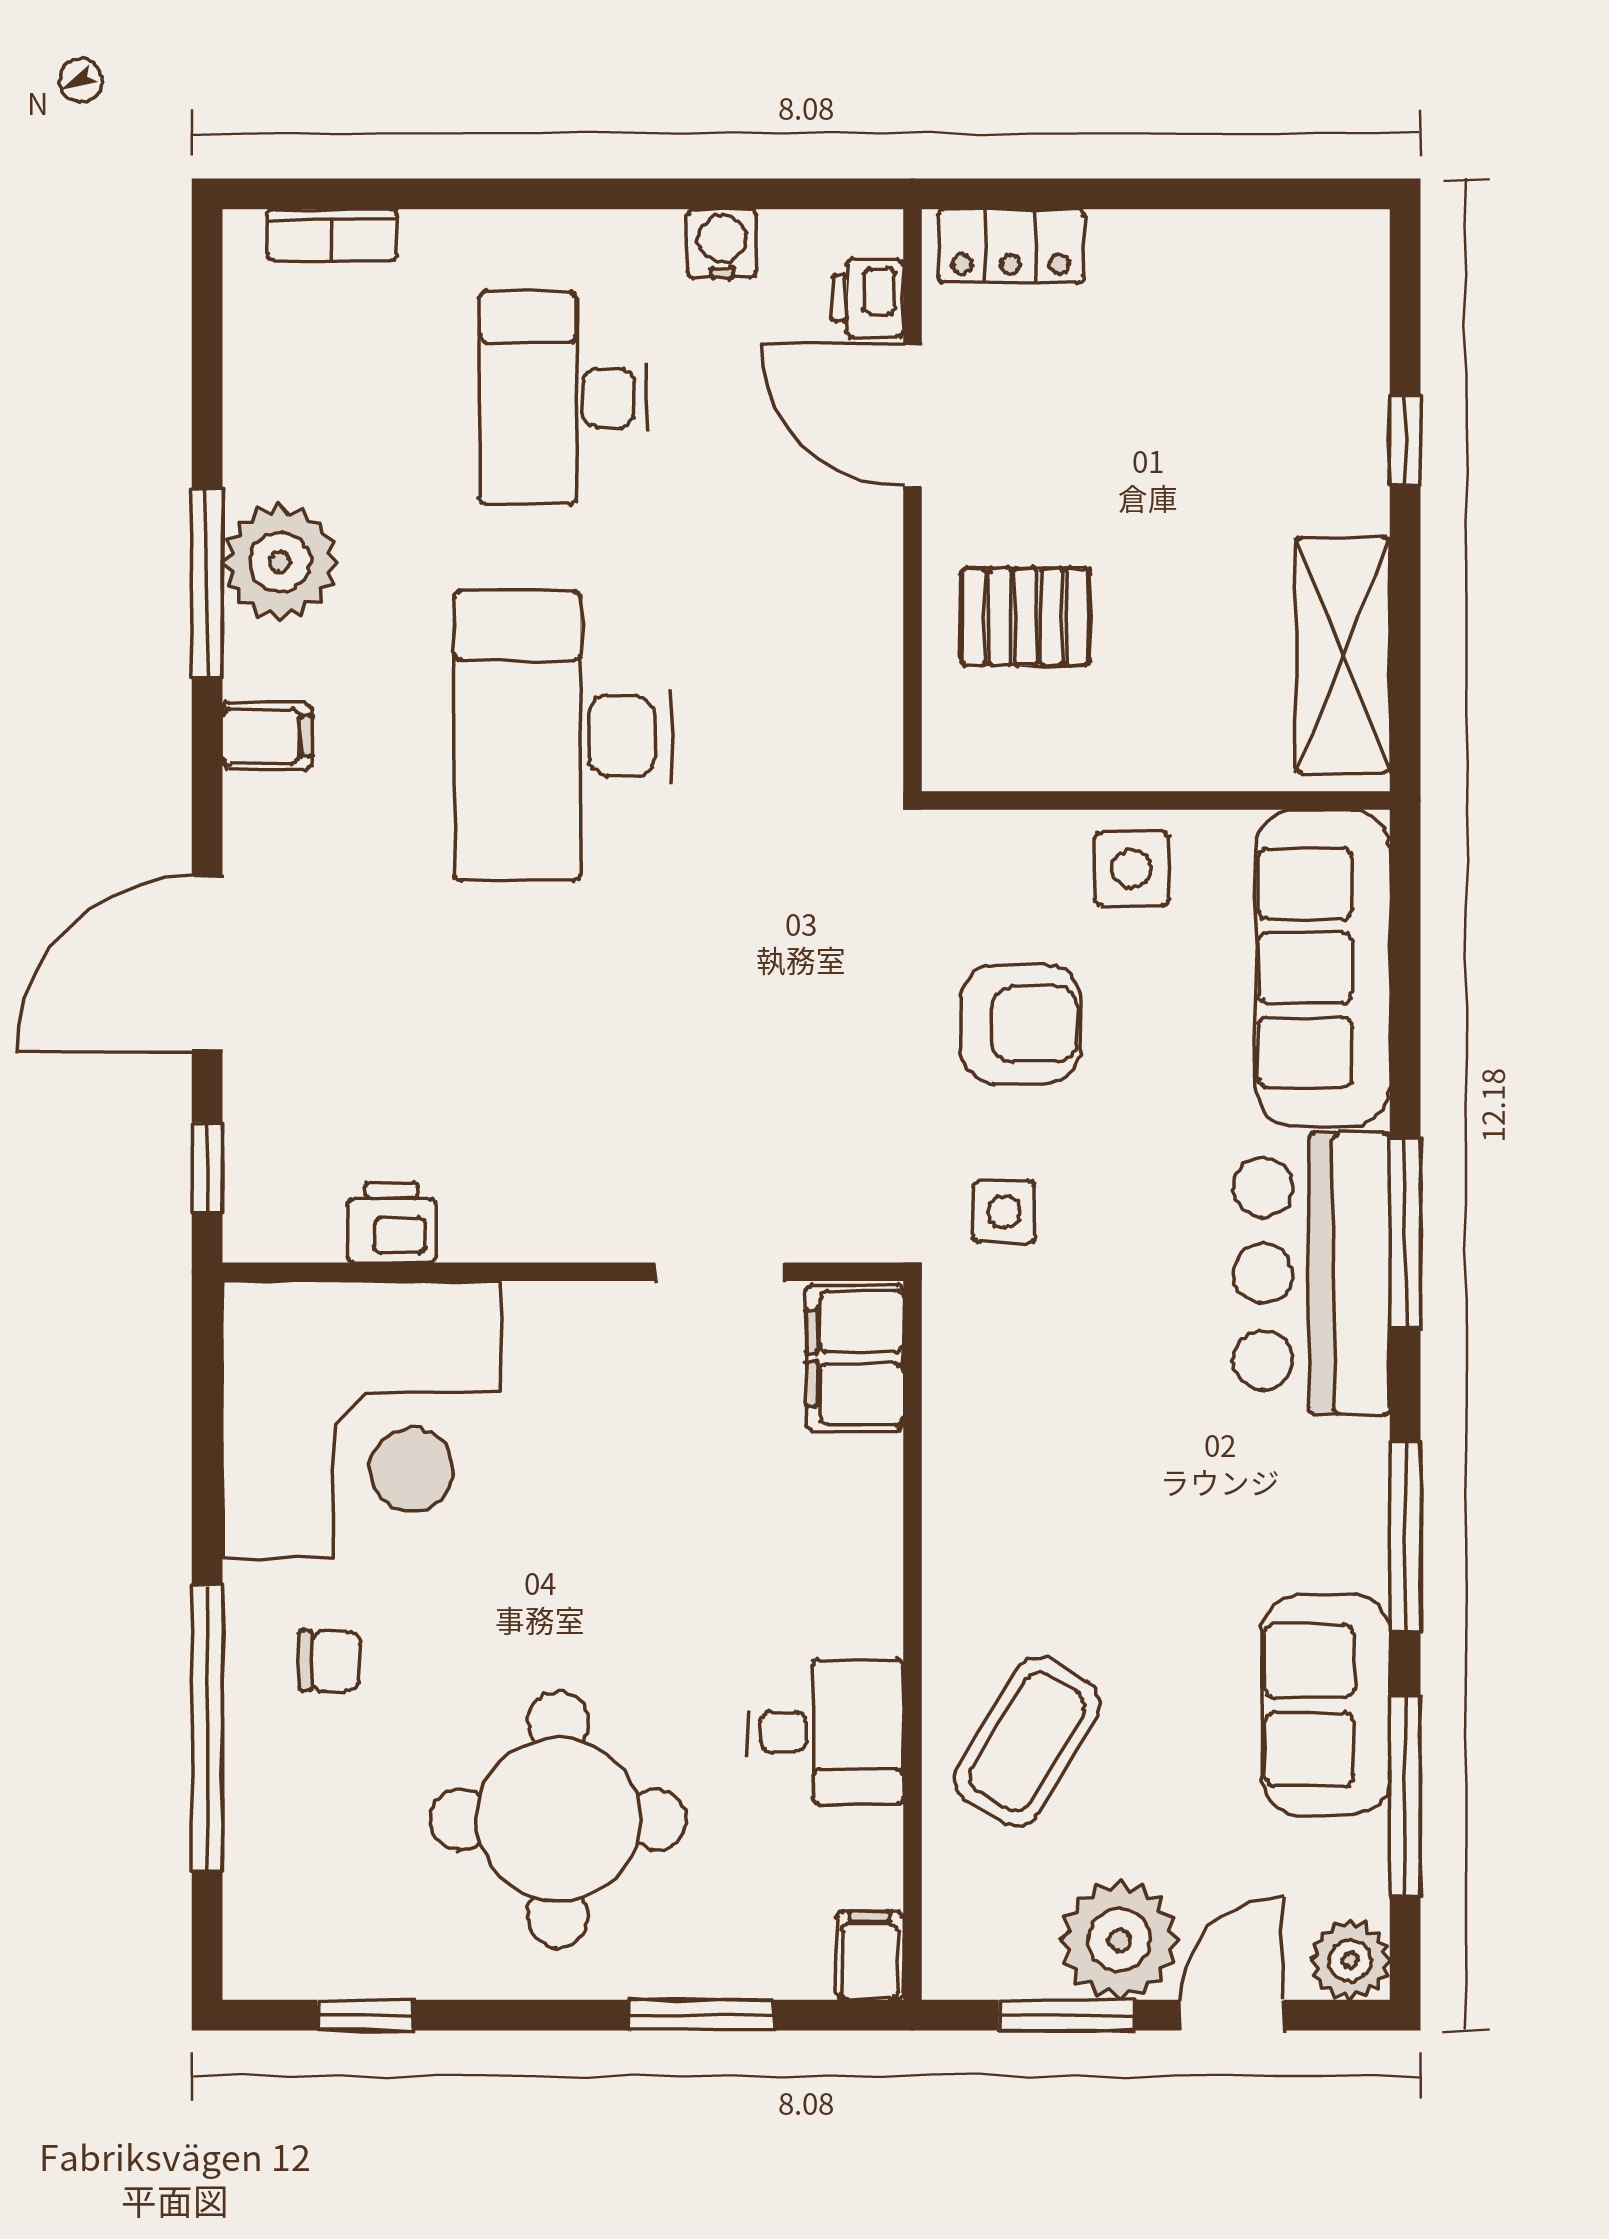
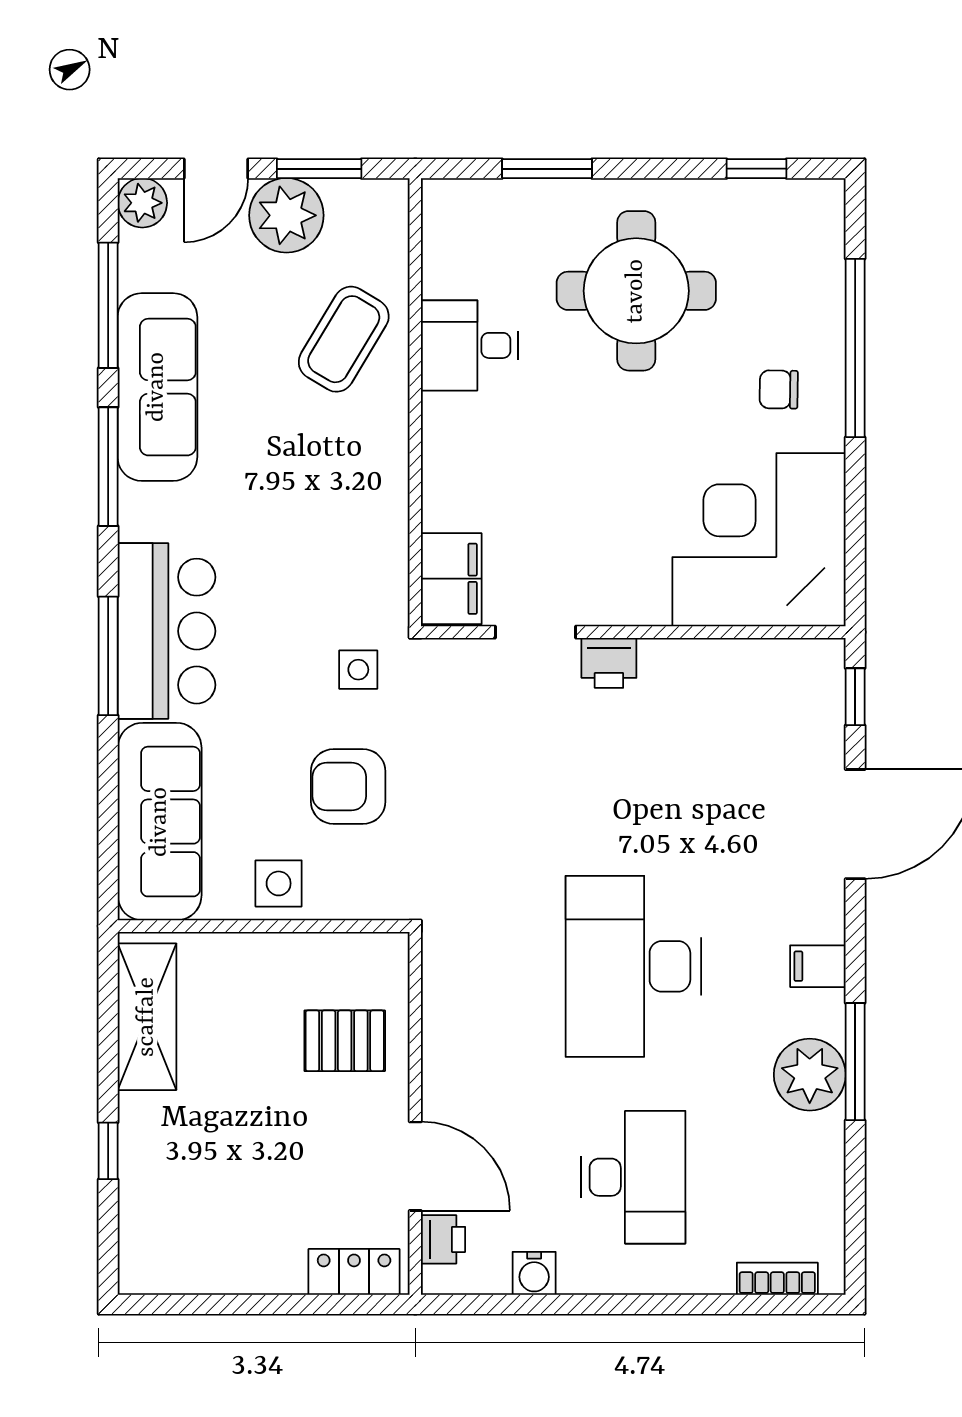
desk: (563, 736) -> (633, 966), turned 180
printer: (392, 1223) -> (609, 663), moved
sofa: (1326, 1705) -> (157, 387), width x1.36
filing cabinet: (870, 1956) -> (442, 206), removed

